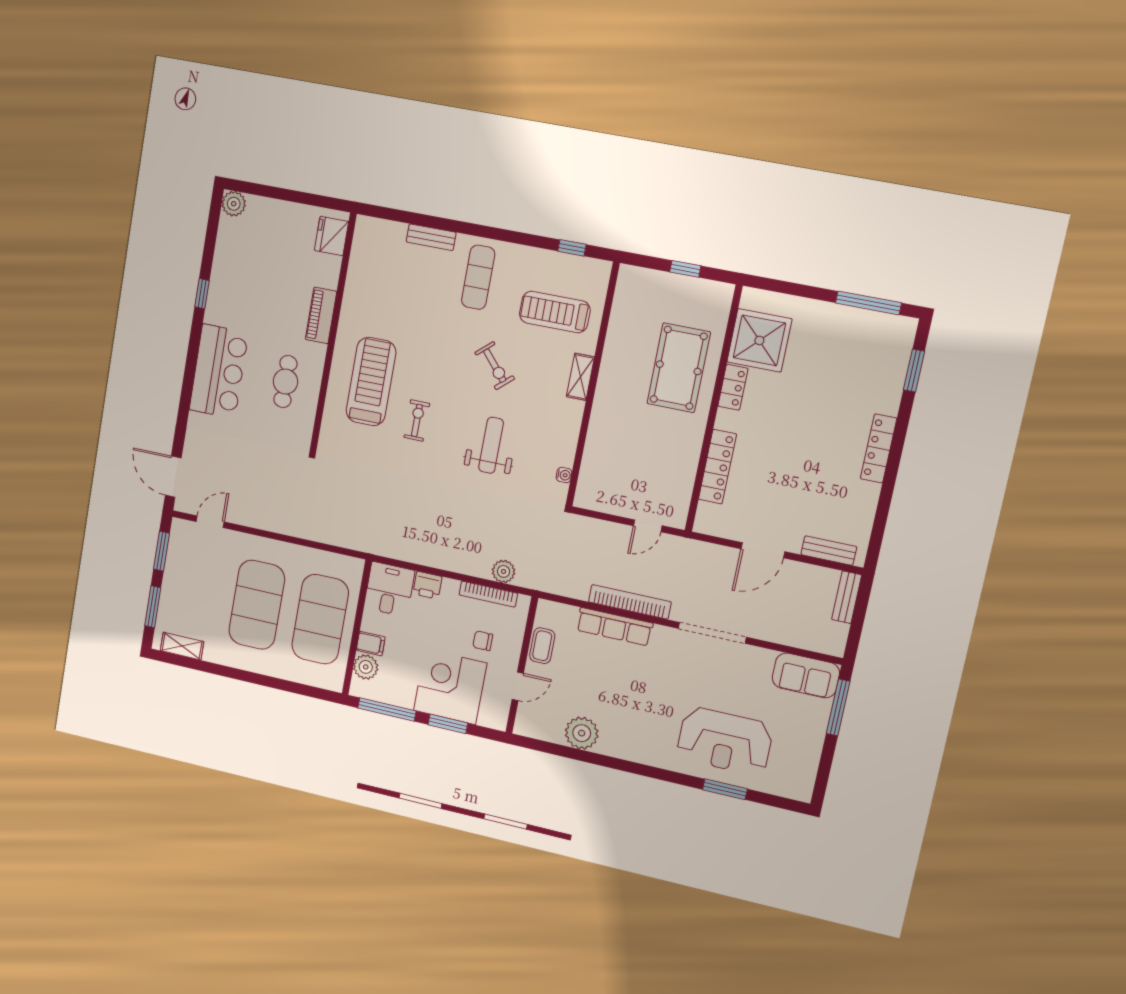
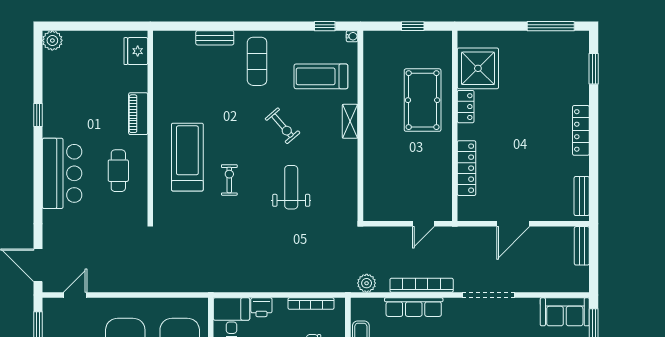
water cooler: (564, 475) -> (352, 36), moved
bench: (829, 551) -> (582, 196), moved, turned 90
plant: (504, 571) -> (367, 283), moved

